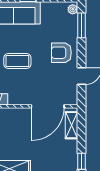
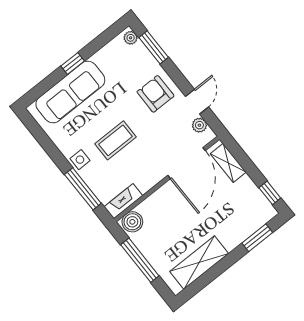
armchair: (61, 53) -> (156, 94), turned 90
plant: (72, 91) -> (199, 125), added

